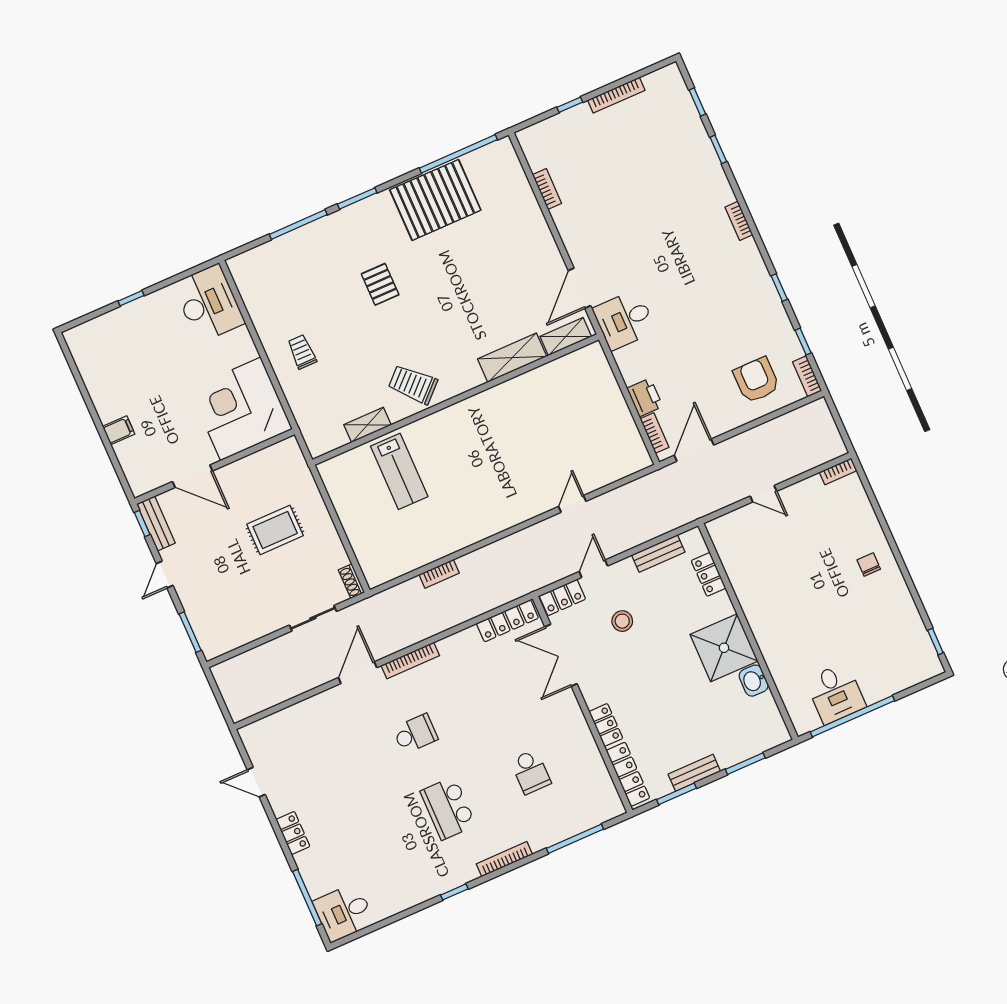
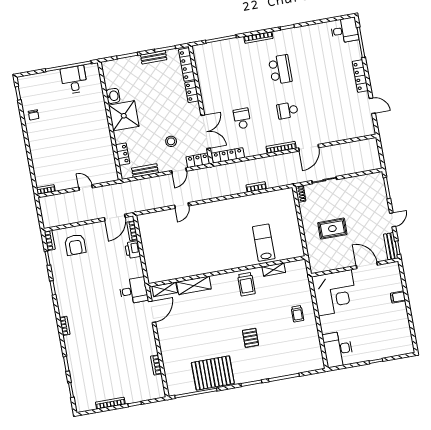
trolley: (413, 384) -> (246, 284), turned 44
chair: (869, 565) -> (34, 115), moved
school desk: (531, 772) -> (242, 119), moved
locker: (293, 833) -> (360, 76), width x1.53

